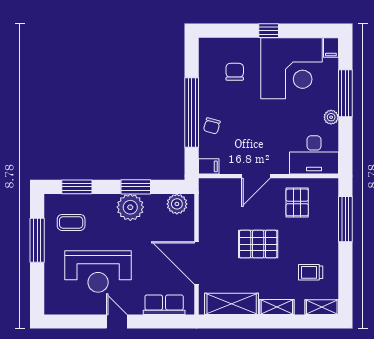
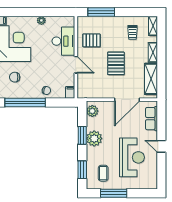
window: (345, 93) -> (27, 12), removed
window: (192, 113) -> (25, 102), moved
desk: (314, 155) -> (63, 41), moved
door: (117, 322) -> (161, 146), hinge flipped

